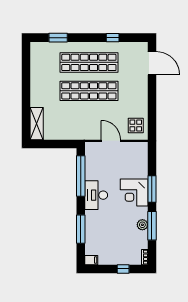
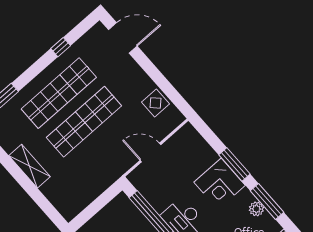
shelving: (37, 124) -> (30, 166), moved
display table: (136, 125) -> (155, 103), moved

